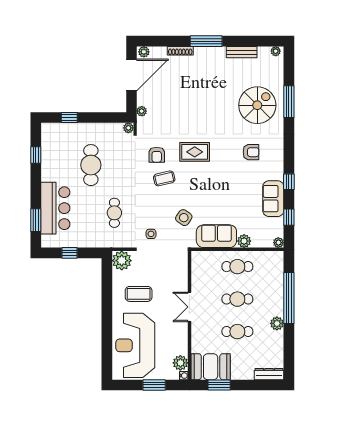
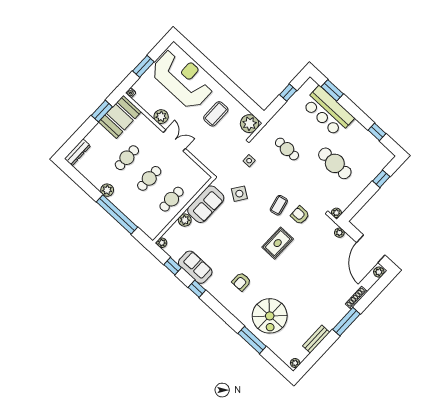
plant: (180, 363) -> (161, 117), moved

